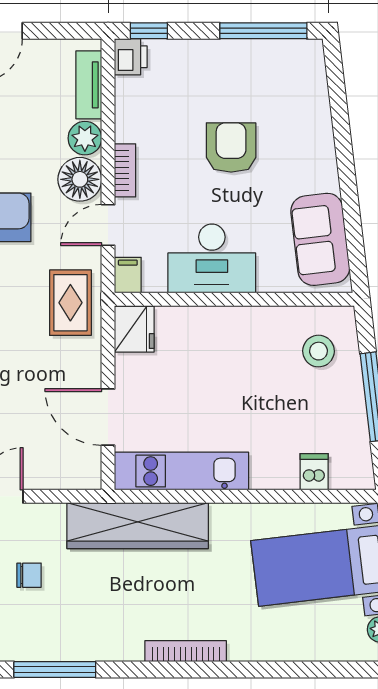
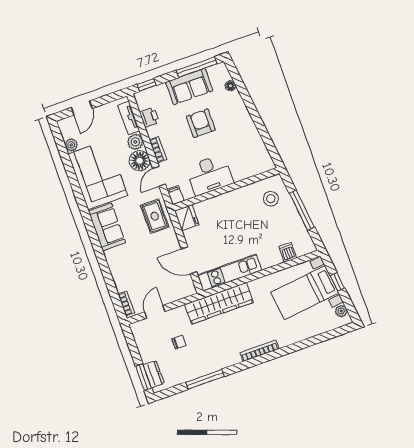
printer: (131, 57) -> (149, 117), moved
floor lamp: (318, 93) -> (230, 86), added
sofa: (320, 239) -> (189, 86), moved, turned -83

